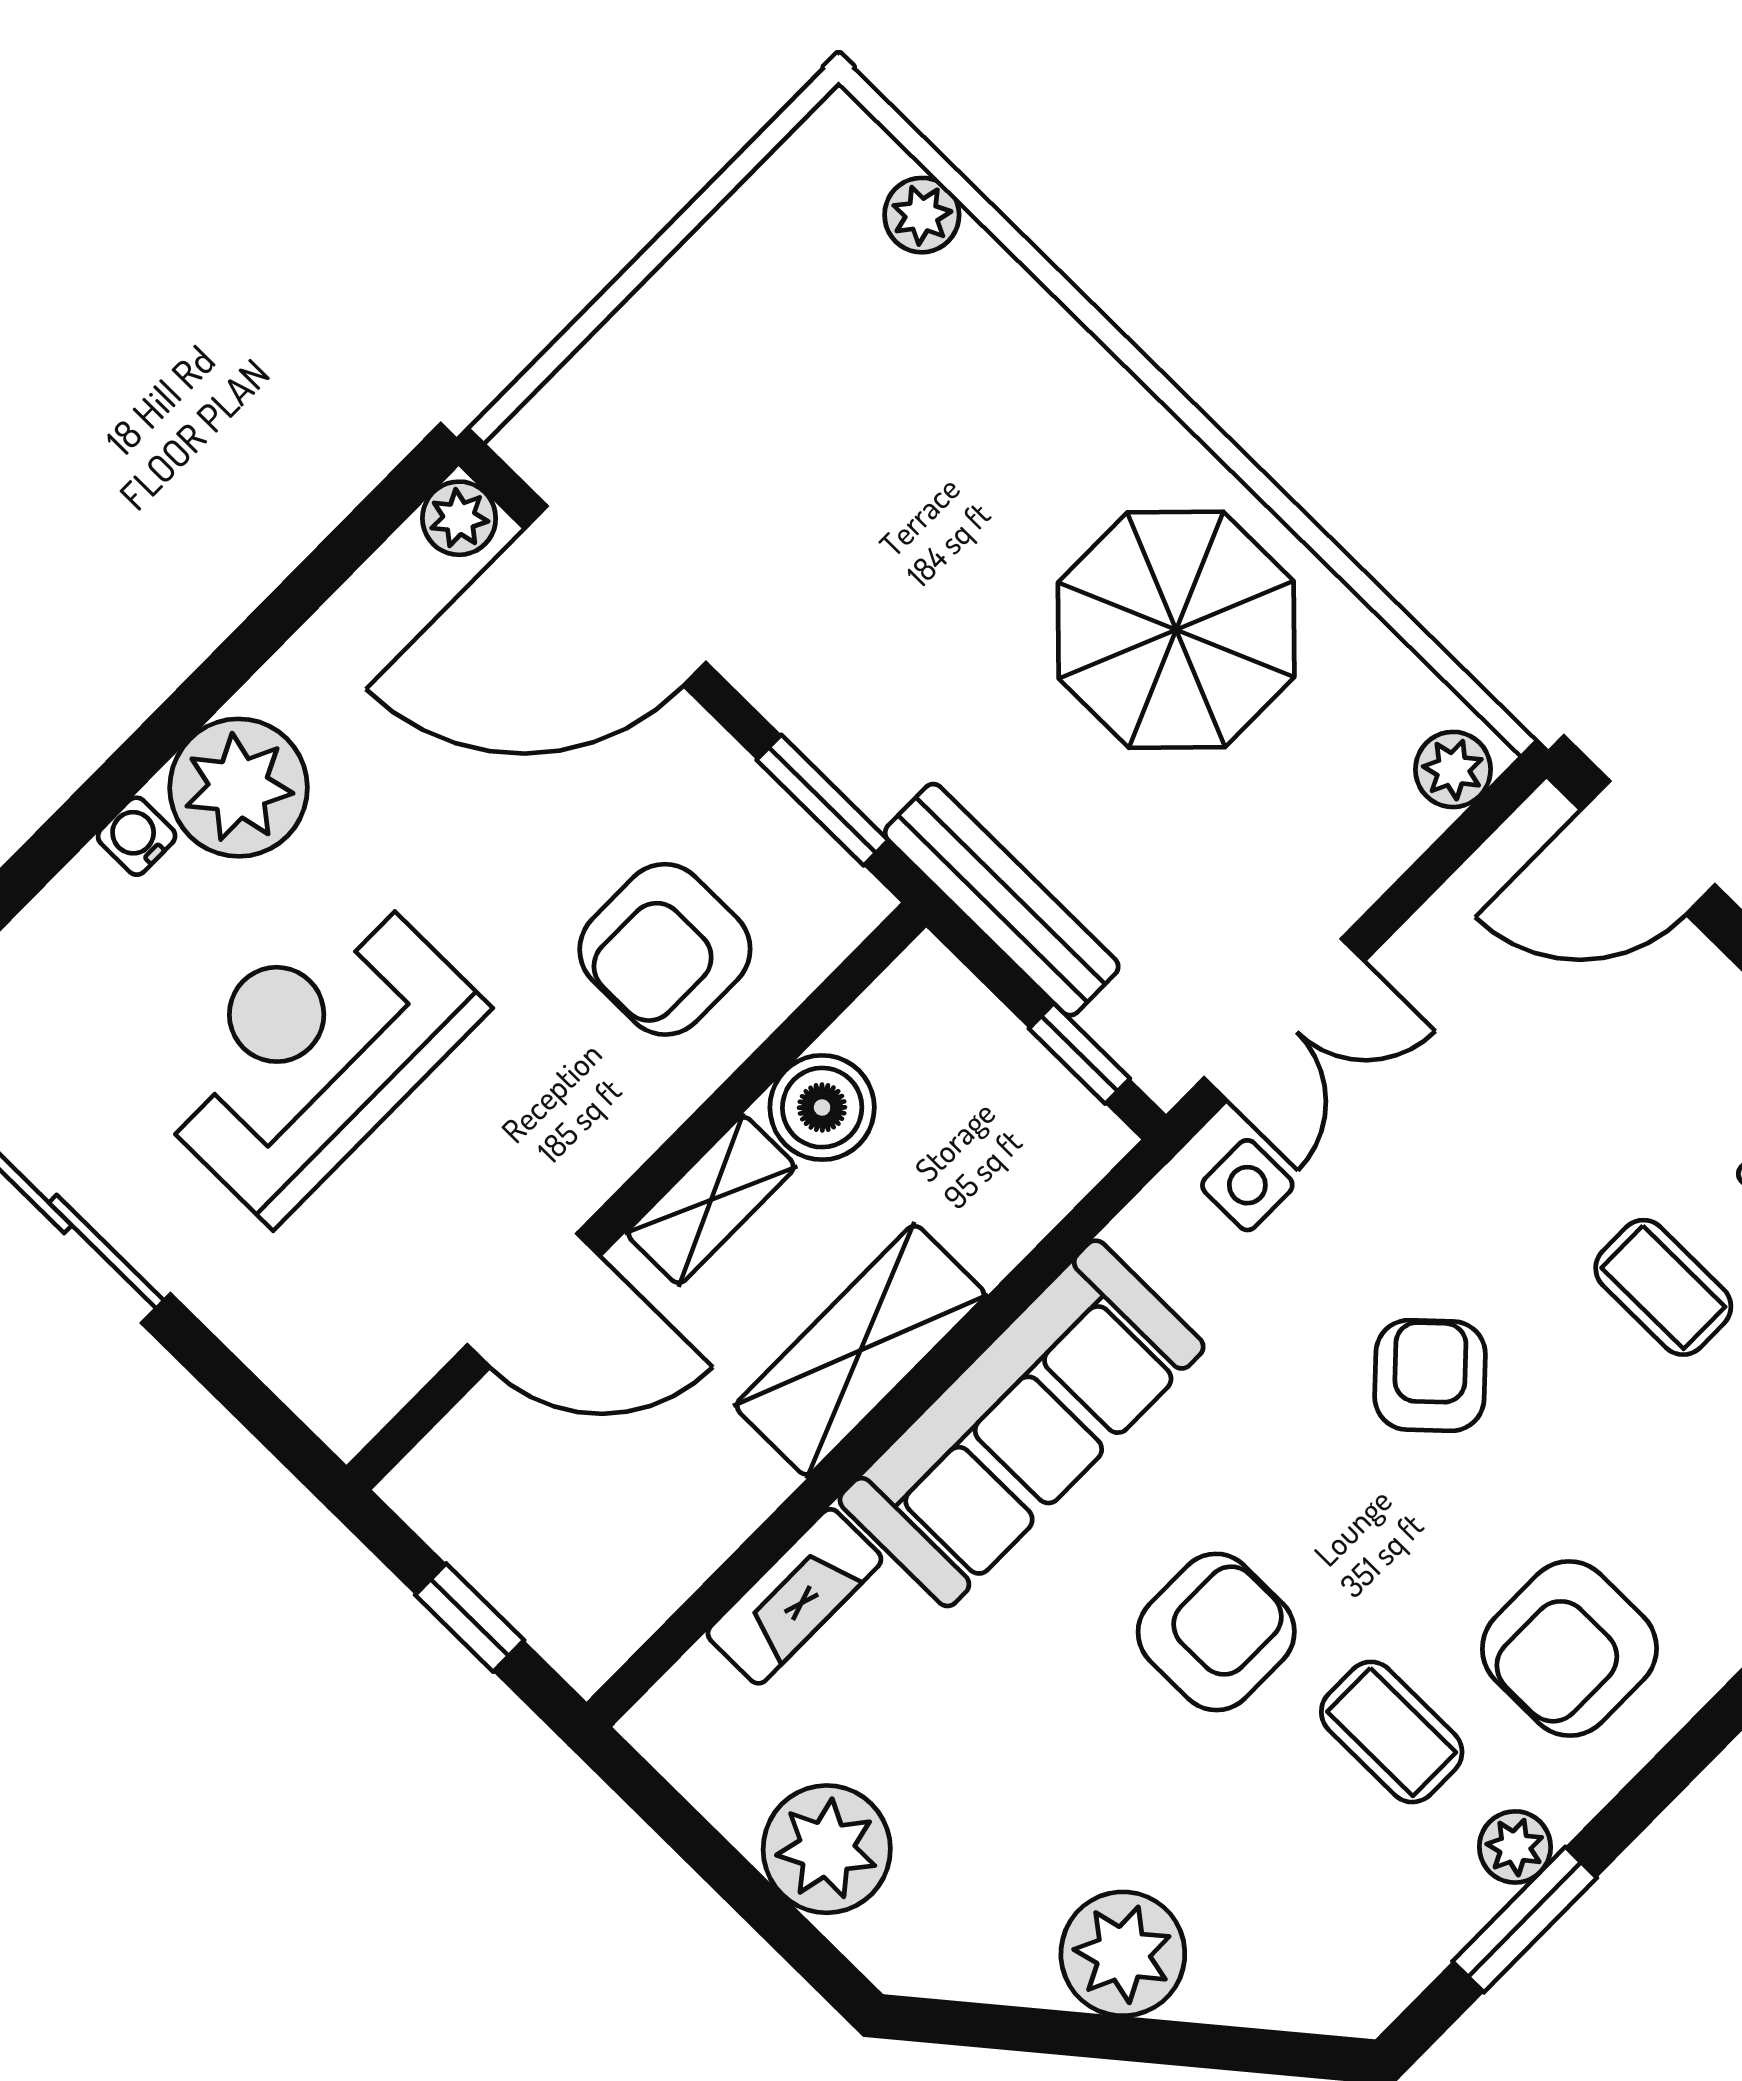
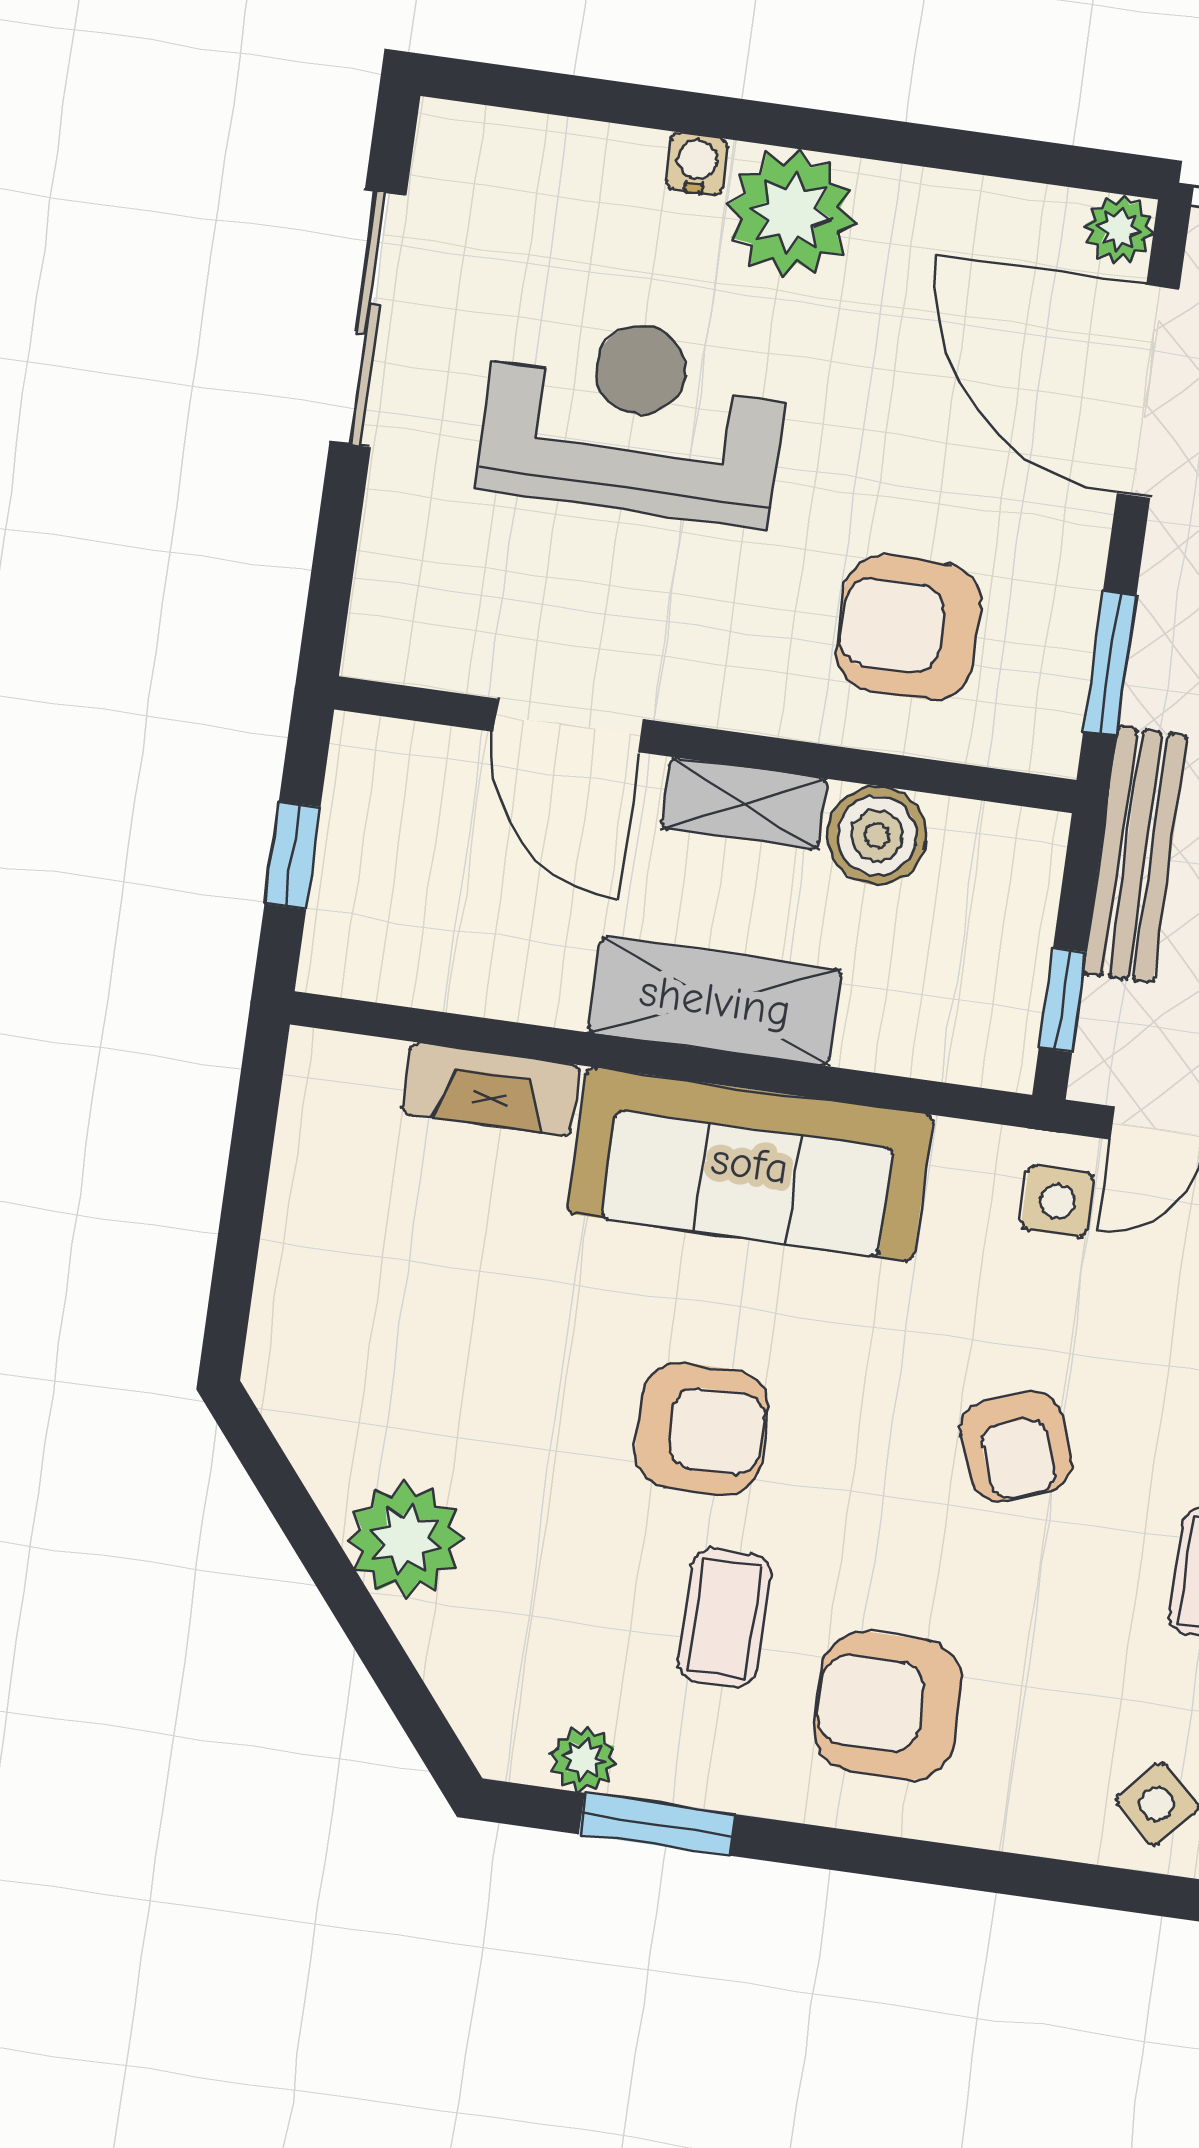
armchair: (1430, 1376) -> (1016, 1447), turned 113
plant: (1515, 1847) -> (583, 1759), moved
plant: (827, 1849) -> (318, 1256), removed

